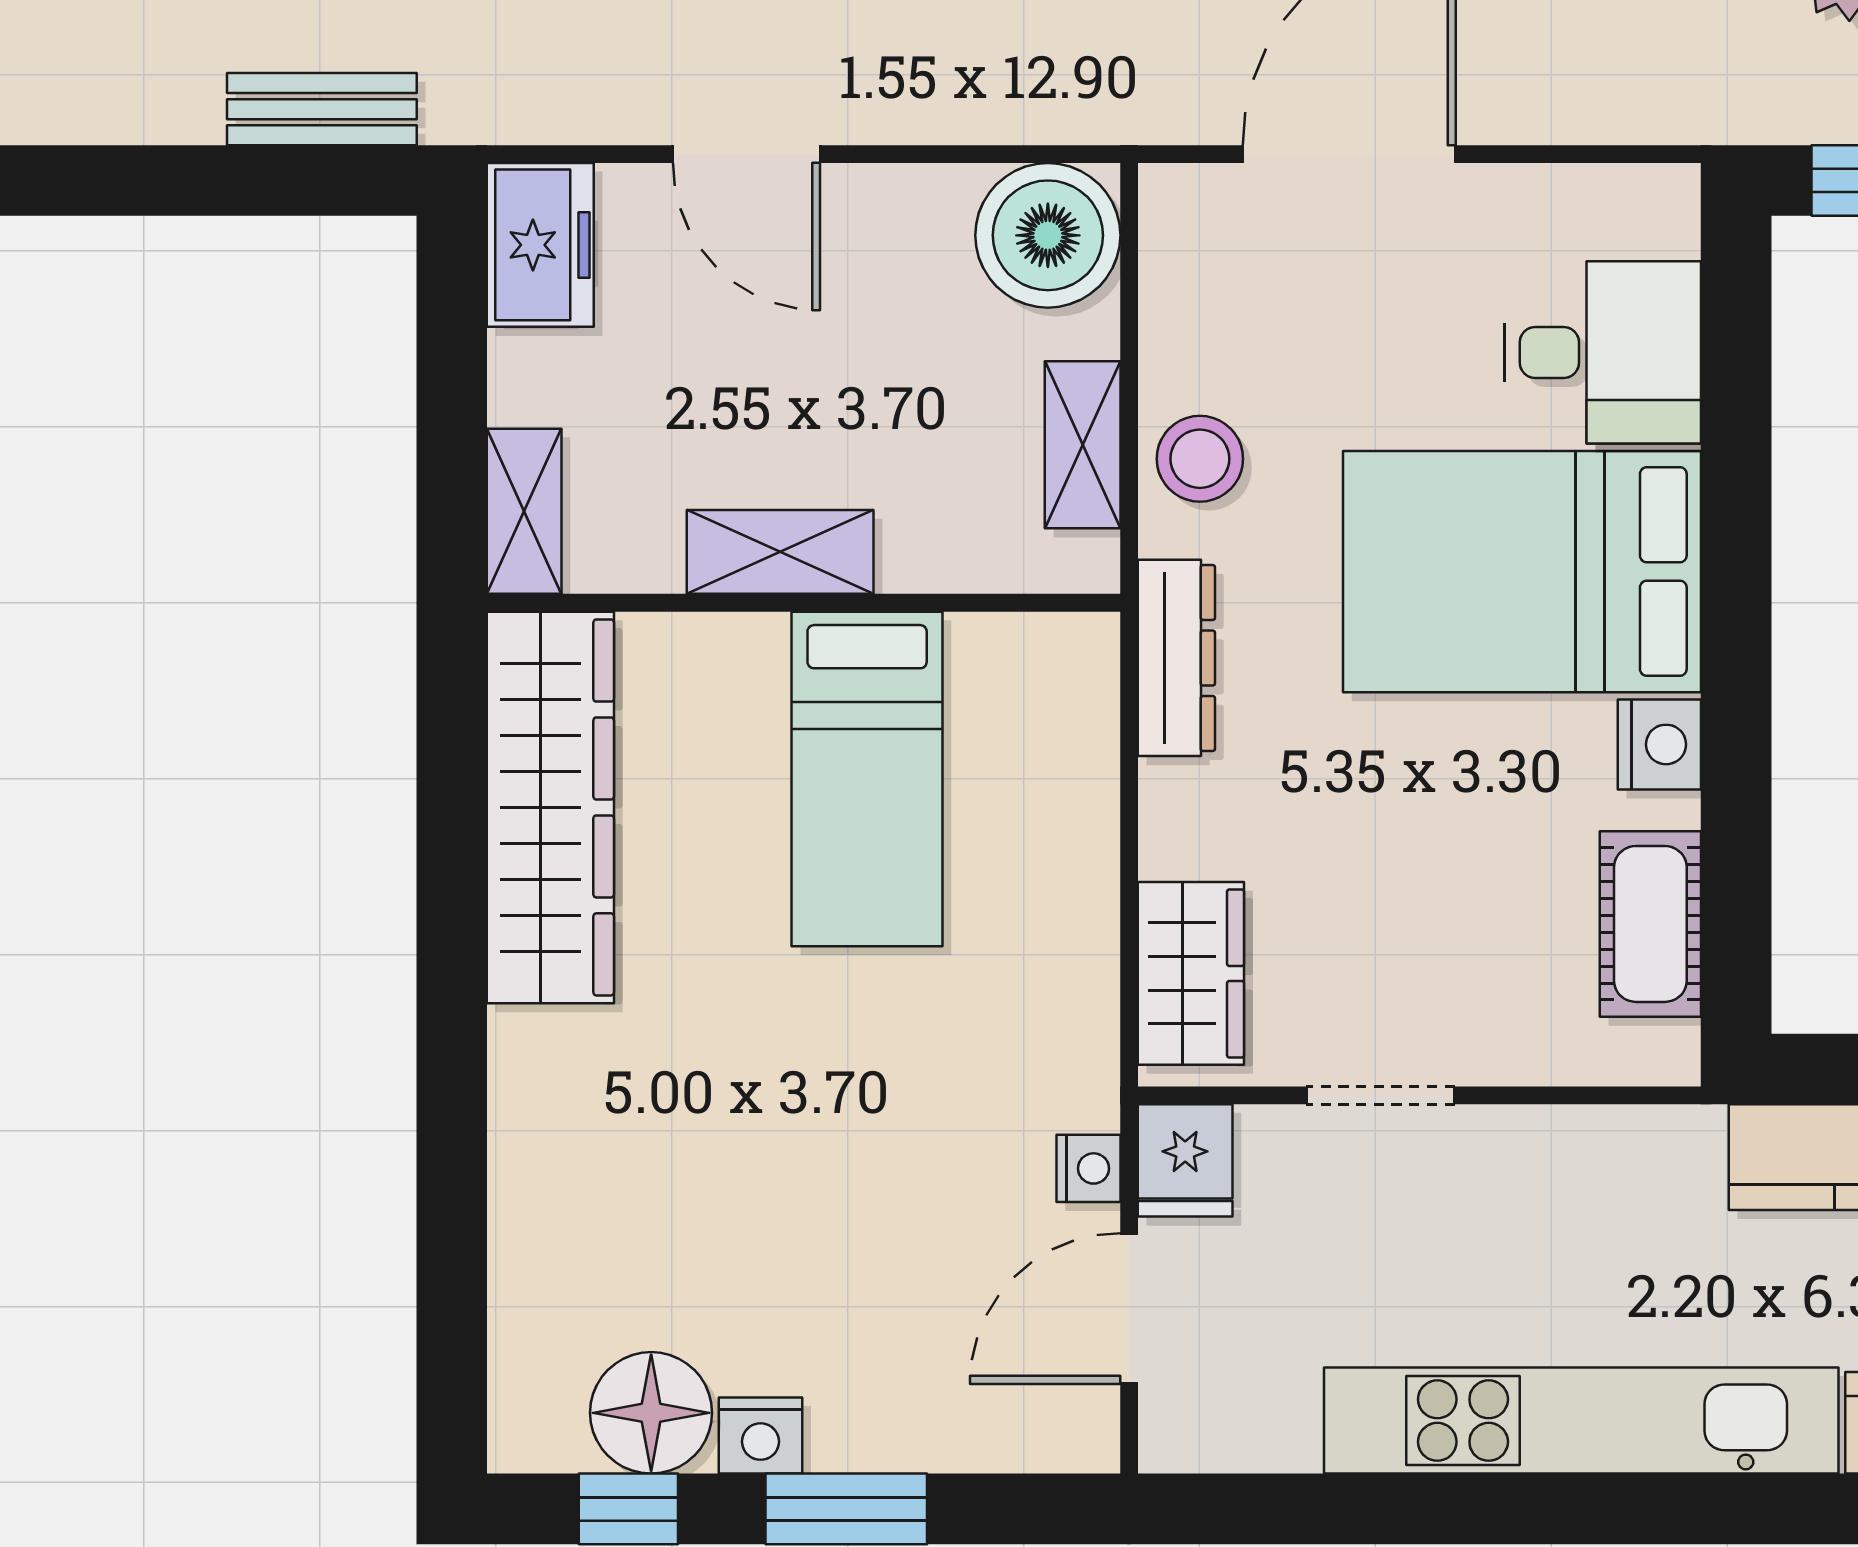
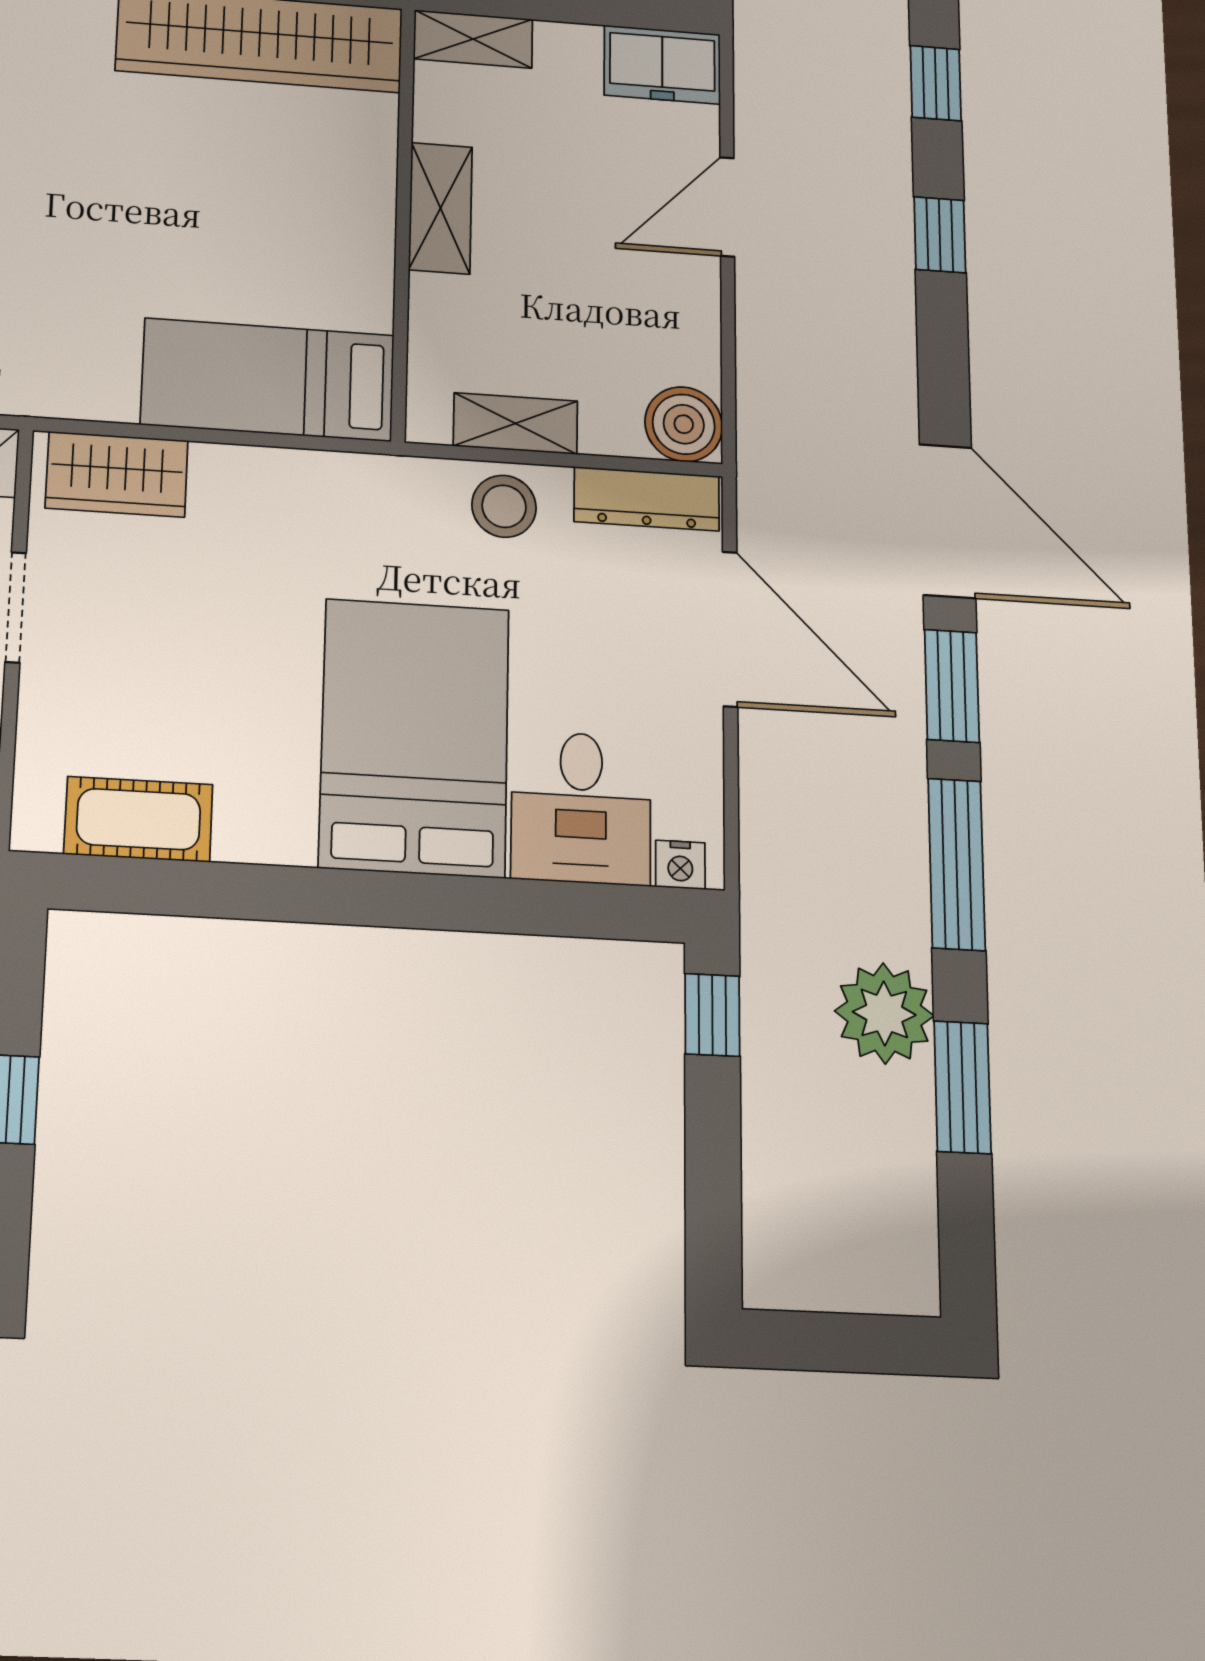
boiler: (1048, 235) -> (684, 424), width x0.73, depth x0.73
dresser: (1176, 658) -> (647, 499), moved
nightstand: (1659, 744) -> (680, 865), moved, width x0.72, depth x0.74
bed: (867, 779) -> (268, 380), moved

